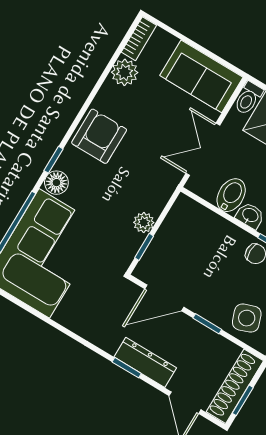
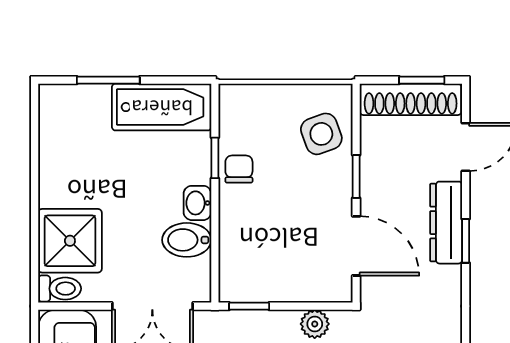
plant: (144, 223) -> (315, 324), moved
window: (144, 247) -> (249, 306), moved

